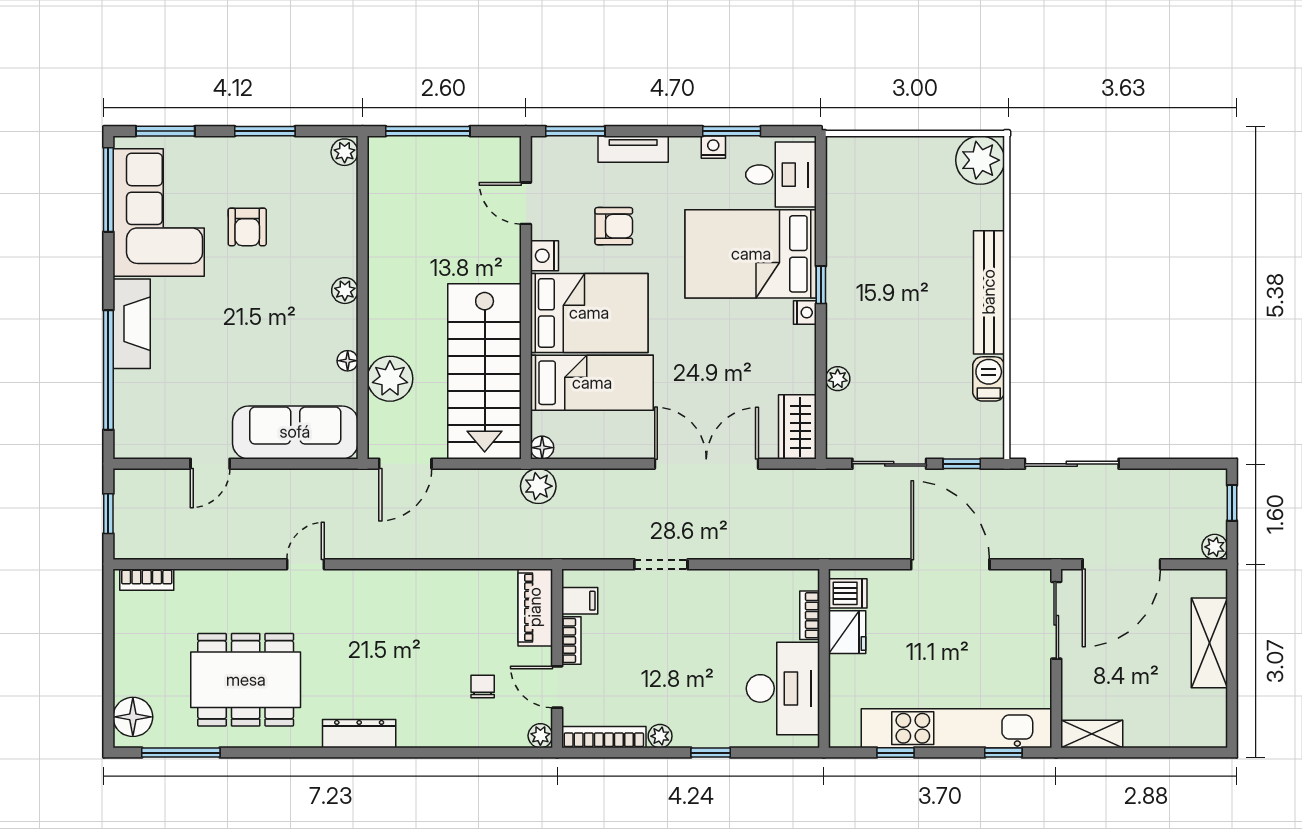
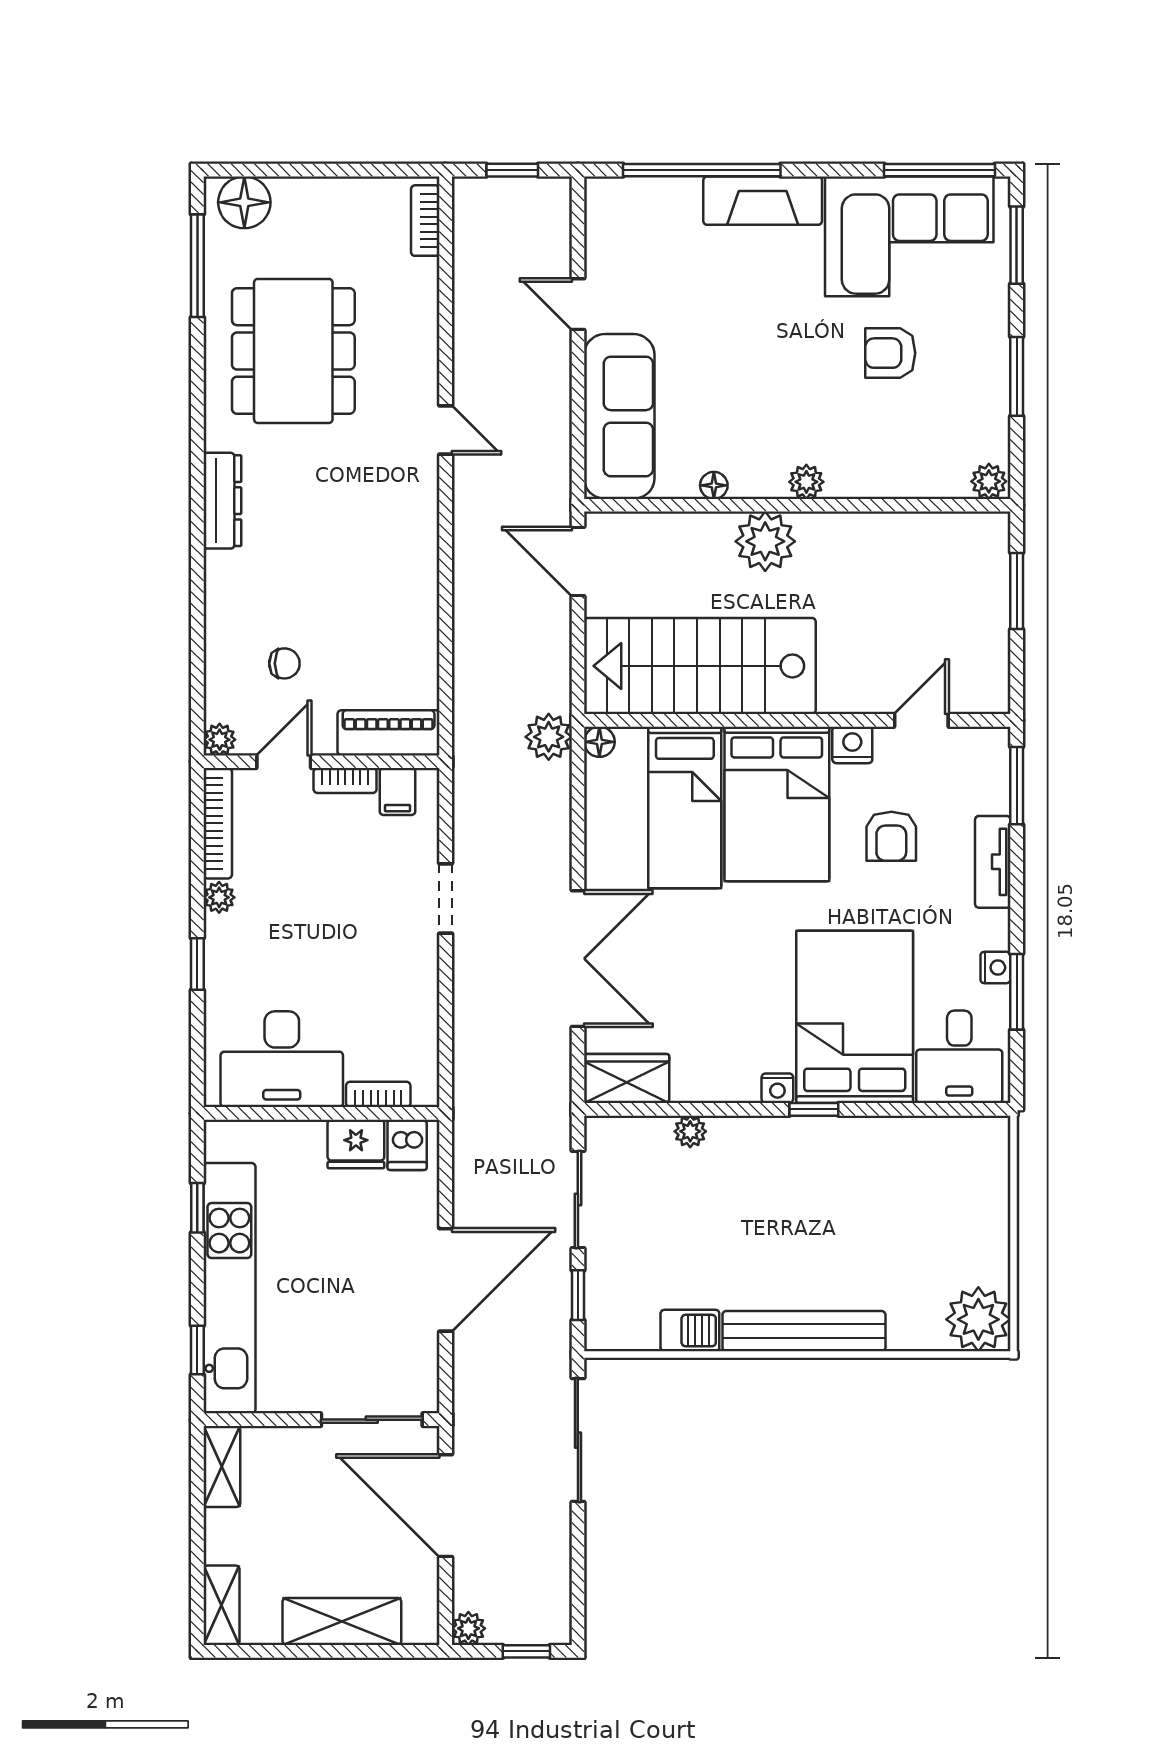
window: (428, 131) -> (1017, 591), width x0.69
plant: (390, 379) -> (765, 541), moved
shelving: (1197, 734) -> (221, 1605), added

